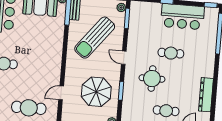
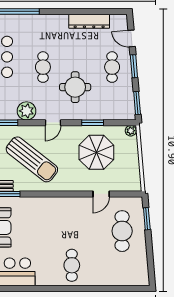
plant: (135, 36) -> (27, 111), added
door: (61, 93) -> (101, 194), hinge flipped

